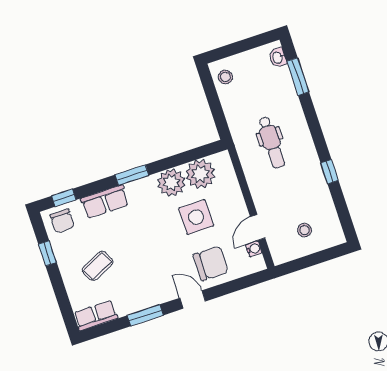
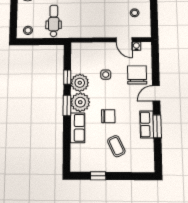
dental chair: (272, 142) -> (54, 21), moved, turned -90
plant: (200, 174) -> (80, 102), moved
window: (64, 198) -> (67, 77), moved
side table: (196, 217) -> (106, 75), width x0.54, depth x0.54
chair: (62, 221) -> (108, 116), moved
row of seats: (96, 315) -> (147, 124), moved

